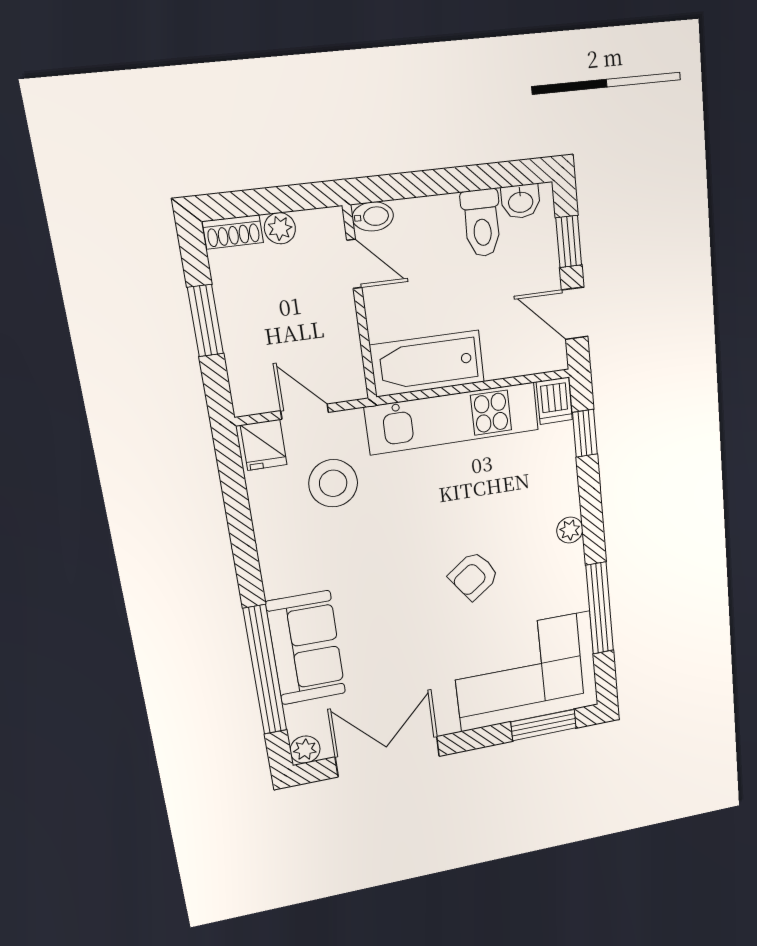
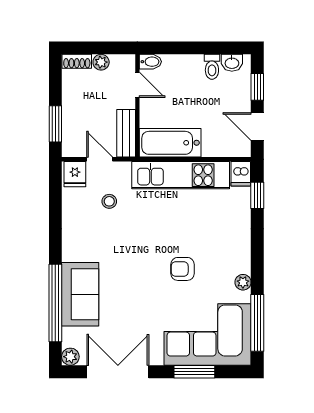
toilet: (482, 223) -> (212, 67), width x0.73, depth x0.72
window: (205, 321) -> (55, 124), moved
bench: (346, 357) -> (126, 133), added
stool: (333, 483) -> (109, 201), width x0.53, depth x0.53
plant: (570, 530) -> (243, 282), moved
armchair: (474, 576) -> (182, 269), turned 36
window: (600, 608) -> (257, 323), moved
window: (544, 725) -> (194, 372), moved

